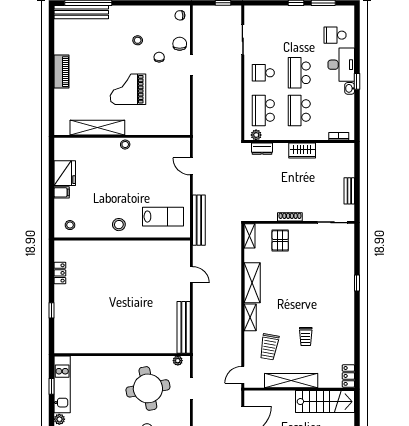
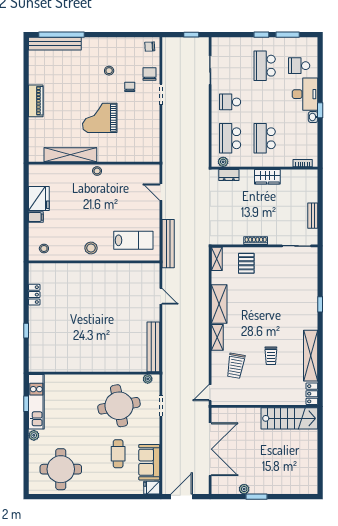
school desk: (299, 73) -> (265, 66), moved
shelving: (291, 381) -> (311, 356), moved, turned 90

